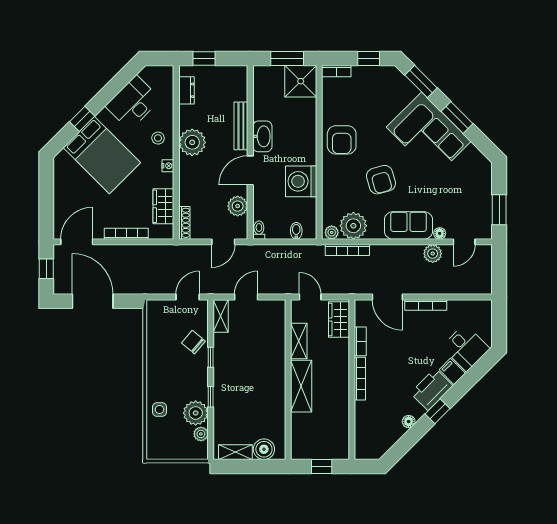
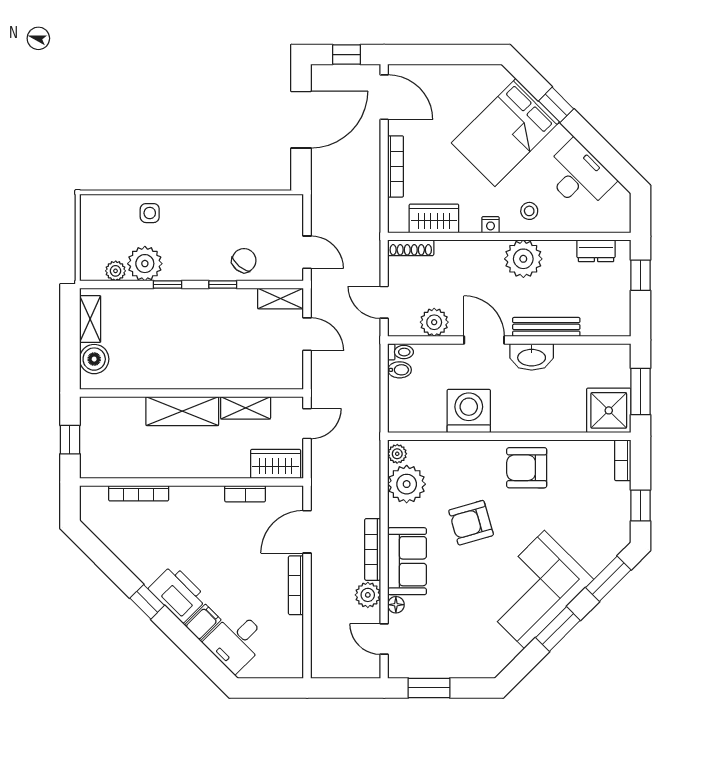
bidet: (296, 231) -> (400, 370), moved
bookcase: (347, 250) -> (373, 549), moved
bookcase: (360, 379) -> (139, 493), moved
floor lamp: (409, 422) -> (133, 561), removed

